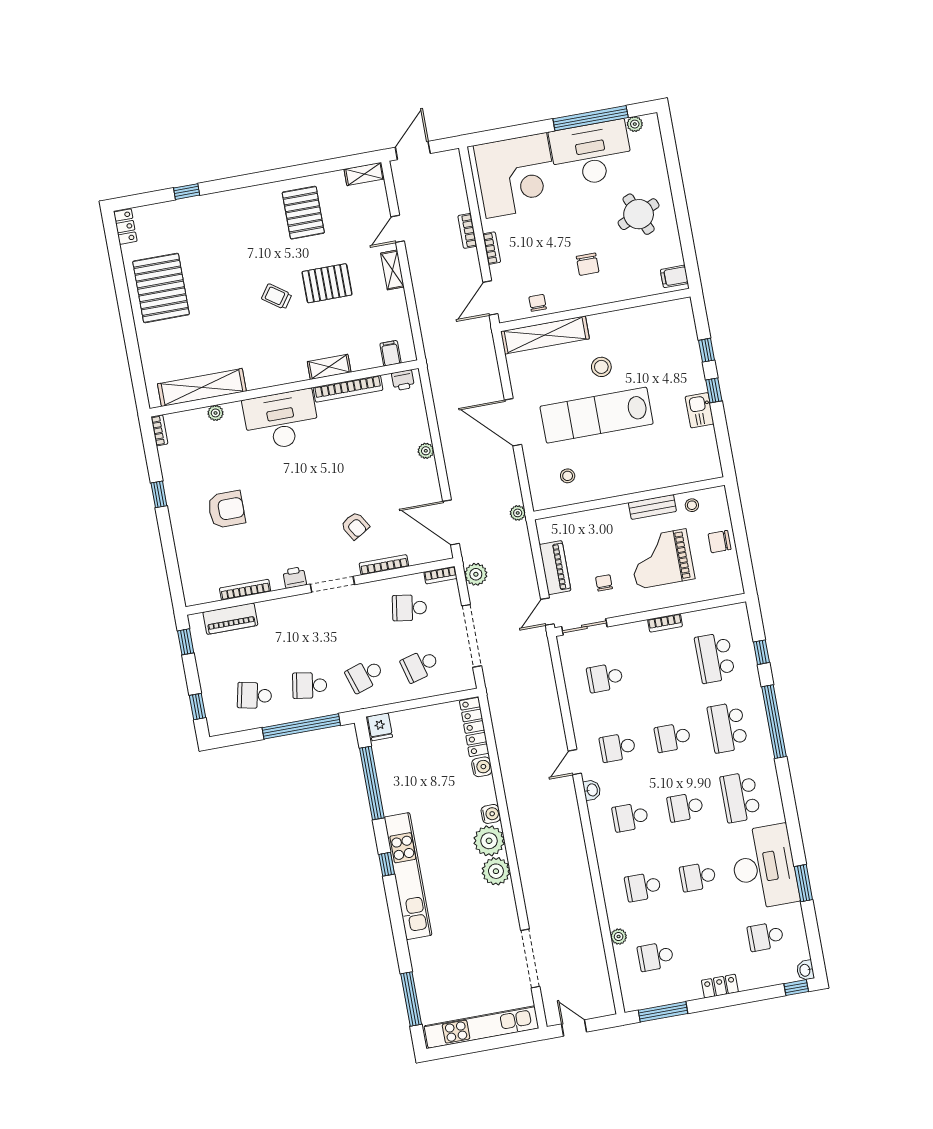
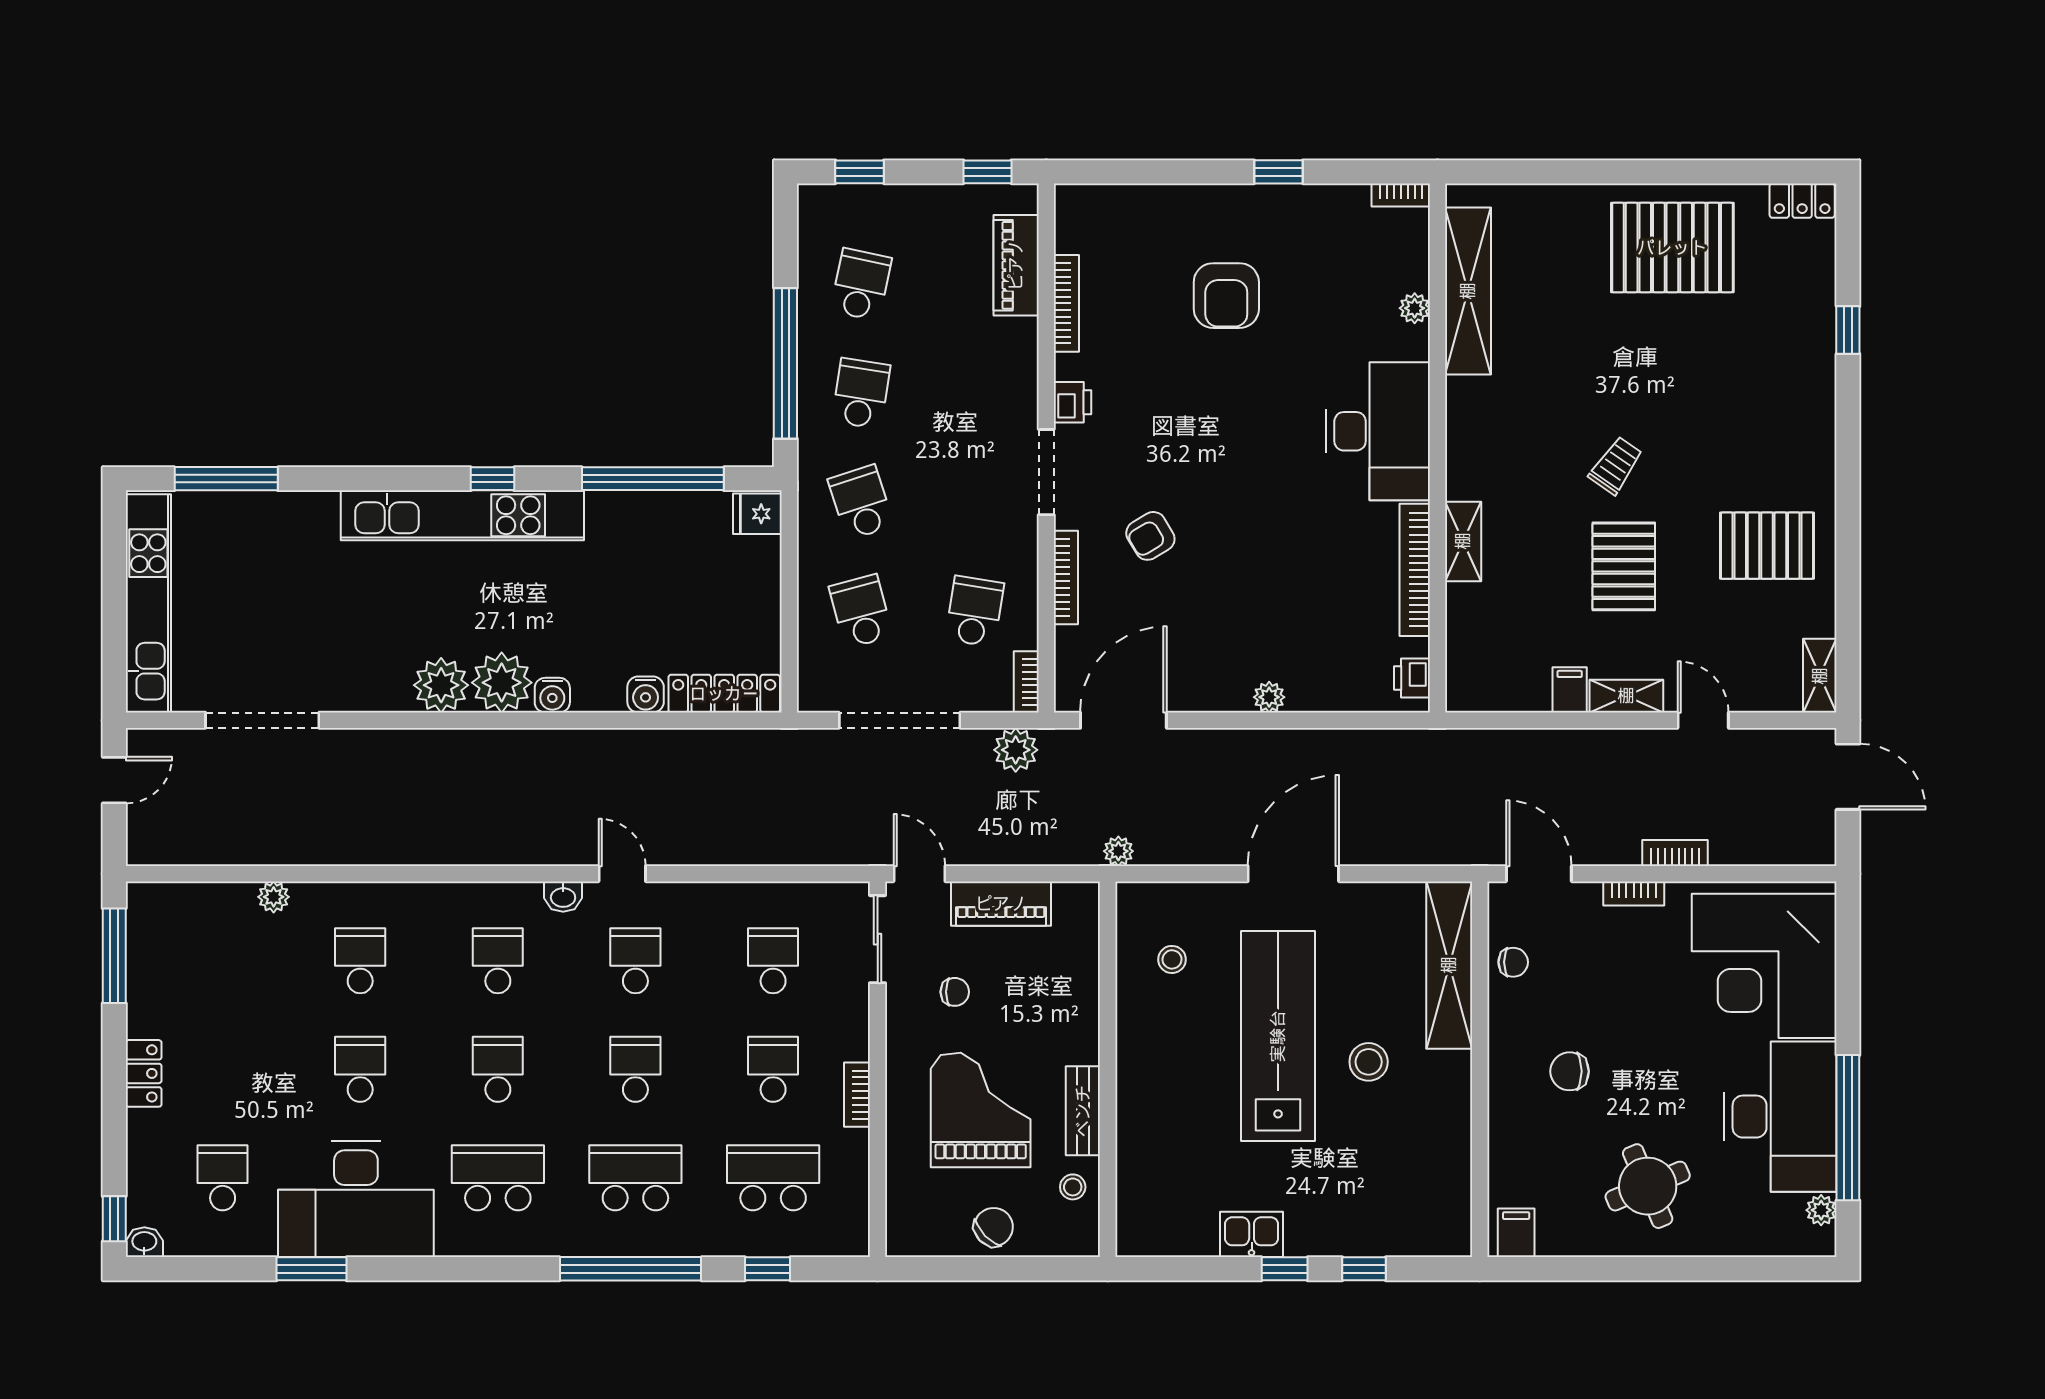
filing cabinet: (390, 353) -> (1570, 690), moved, turned -90
chair: (719, 542) -> (994, 1227), turned 46
school desk: (656, 957) -> (773, 1069), moved

